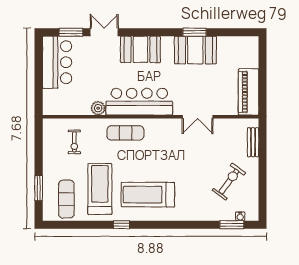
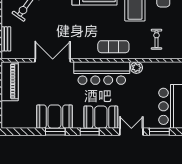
double door: (104, 32) -> (131, 132), swing flipped
window: (154, 32) -> (90, 132), added
double door: (198, 117) -> (53, 60), width x1.37

